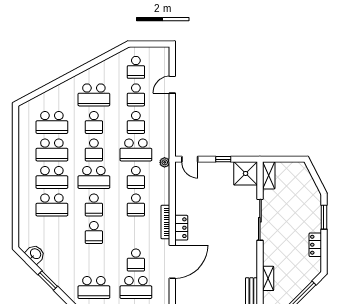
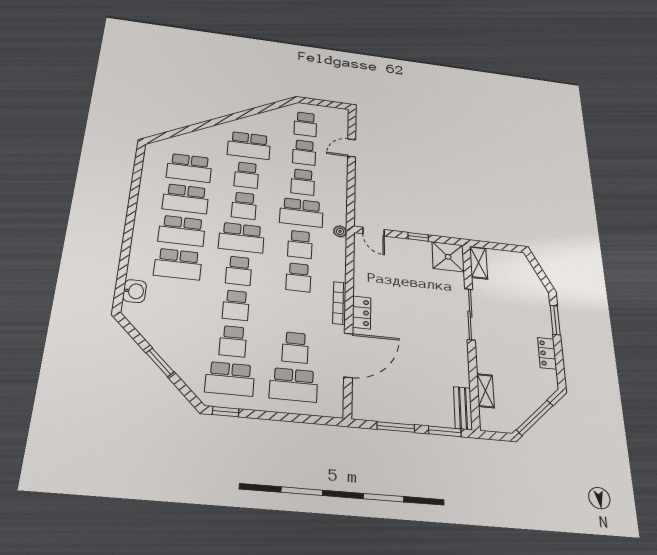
washbasin: (35, 254) -> (135, 291), moved, turned 45
school desk: (94, 260) -> (233, 341), added

